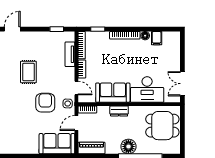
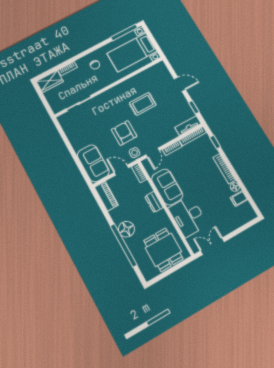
door: (12, 29) -> (180, 84), moved
tv unit: (70, 54) -> (188, 126), moved
armchair: (45, 103) -> (124, 133), turned -90

